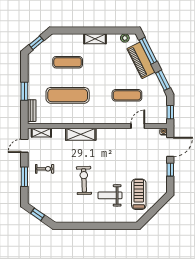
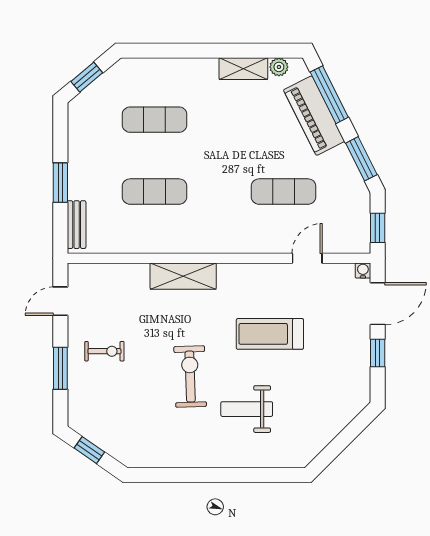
shelving: (95, 39) -> (243, 69), moved
exercise mat: (68, 95) -> (155, 192), width x0.73, depth x0.69
shelving: (41, 133) -> (98, 273), removed
treadmill: (139, 194) -> (270, 334), moved, turned -90

